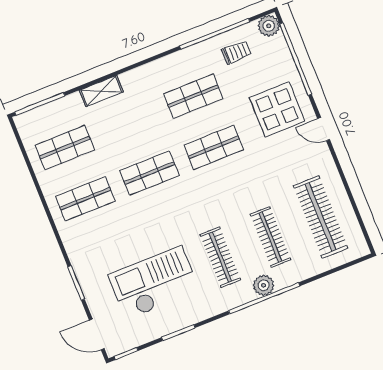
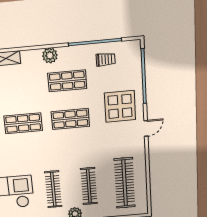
plant: (269, 26) -> (50, 55), moved
door: (324, 129) -> (146, 128), swing flipped

